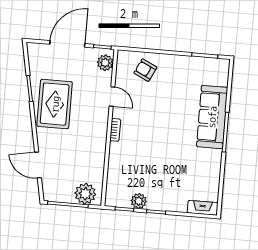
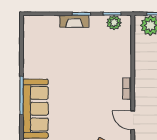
plant: (139, 201) -> (114, 23), moved
fireplace: (203, 208) -> (74, 21), moved

